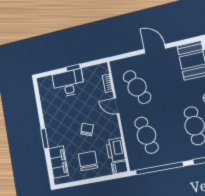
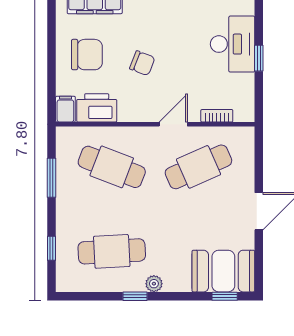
cafe table: (146, 135) -> (112, 167), turned 33
window: (159, 168) -> (52, 178), width x0.47

